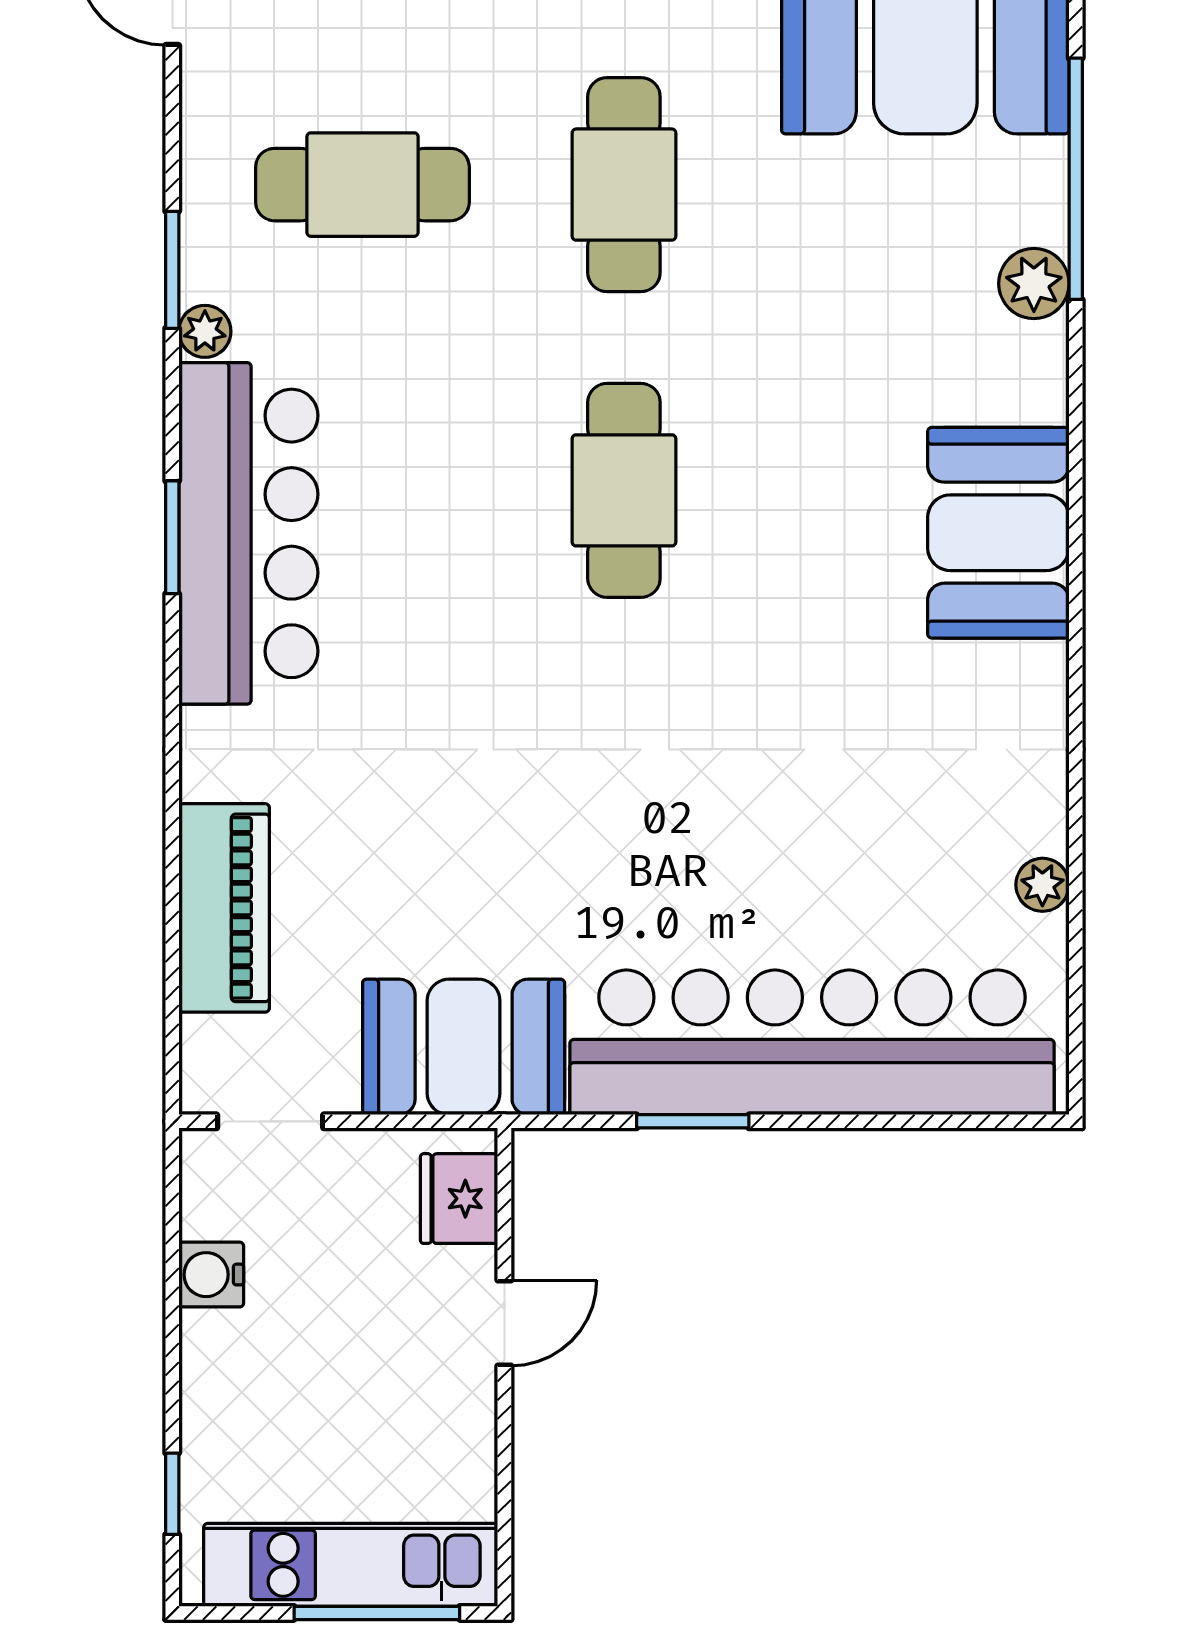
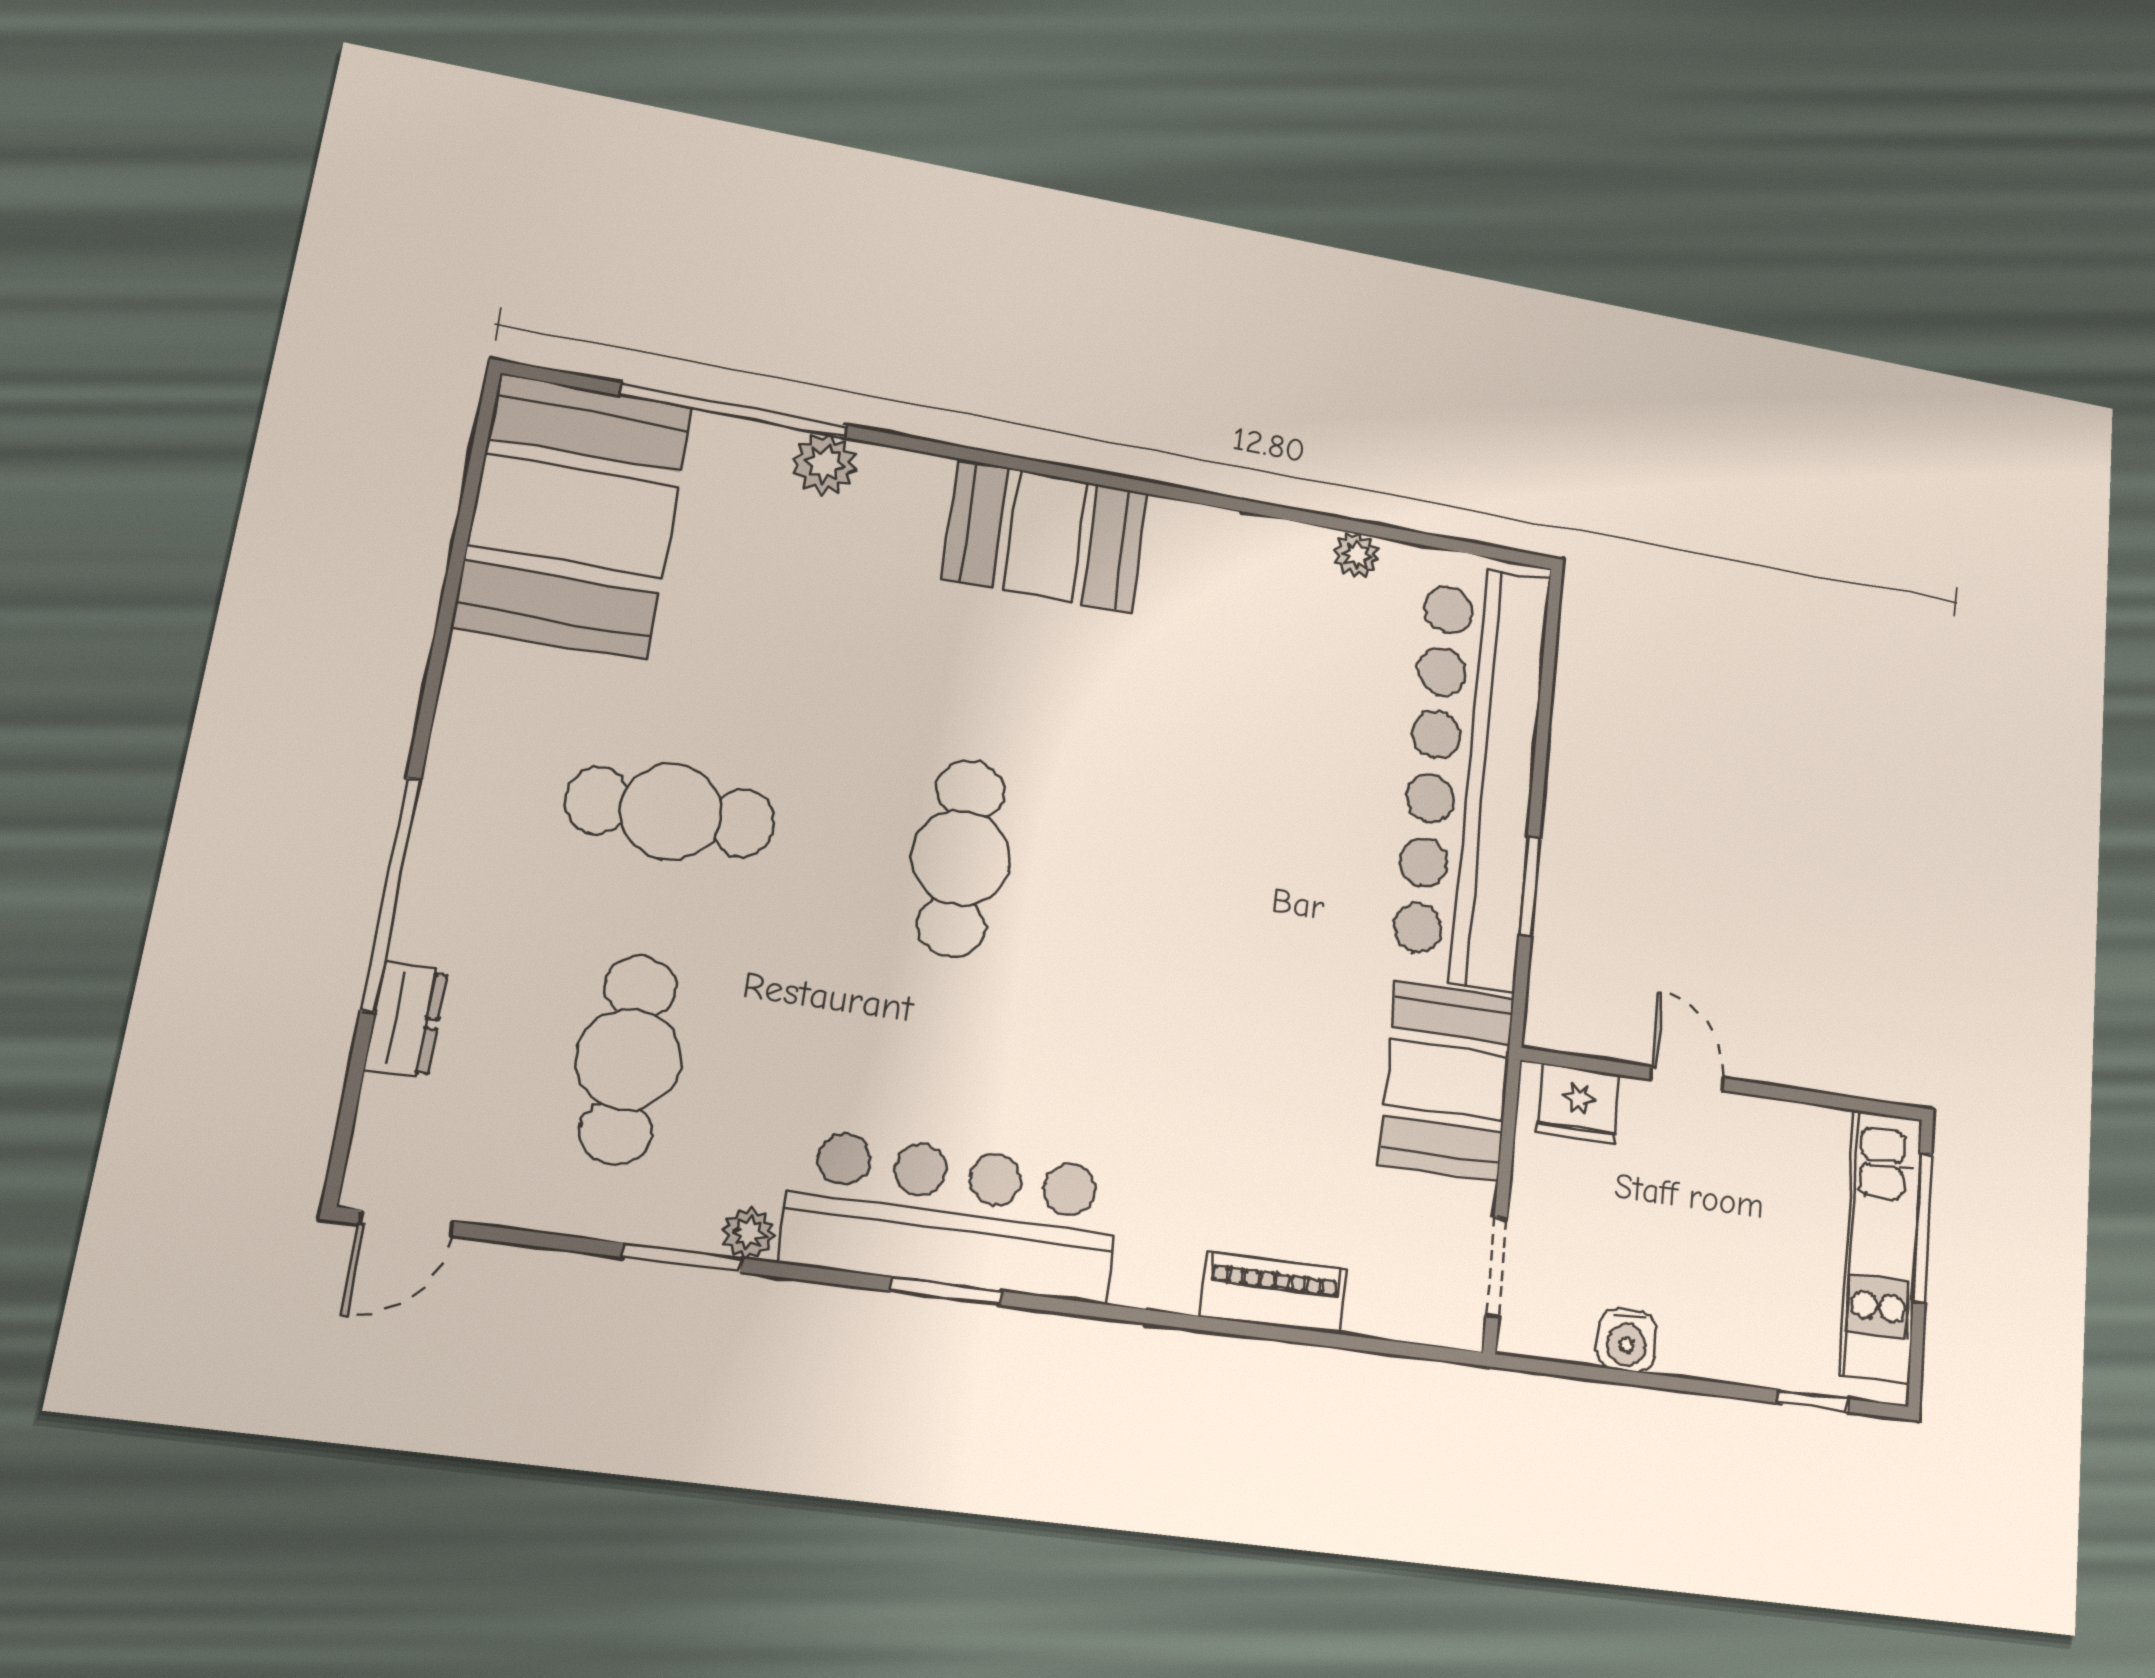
cafe table: (624, 490) -> (961, 858), turned 90
piano: (224, 908) -> (1274, 1293), width x0.73, depth x0.75

